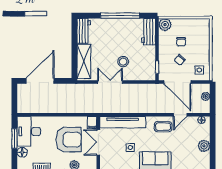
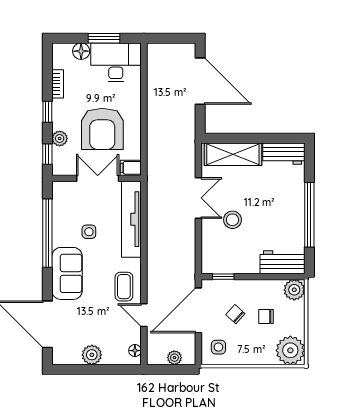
plant: (201, 27) -> (290, 350), added

